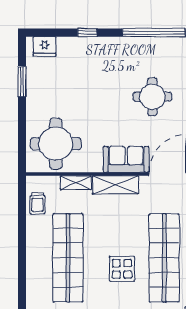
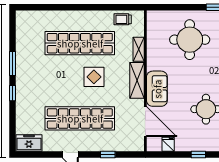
round table: (56, 144) -> (190, 40), moved
display table: (122, 269) -> (94, 77), moved

